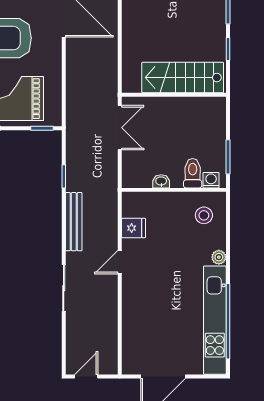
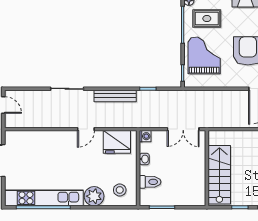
washing machine: (211, 180) -> (145, 136), moved
fridge: (133, 228) -> (117, 142), width x1.88, depth x1.34
plant: (219, 257) -> (94, 196), width x1.88, depth x1.88
door: (120, 262) -> (86, 129), swing flipped

